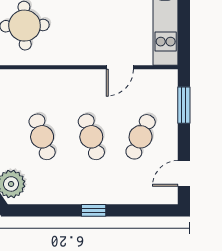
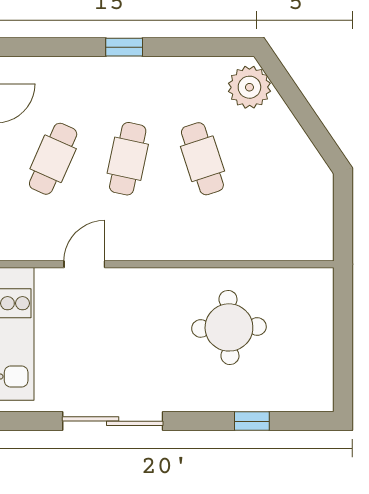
cafe table: (91, 137) -> (128, 159), turned 30

